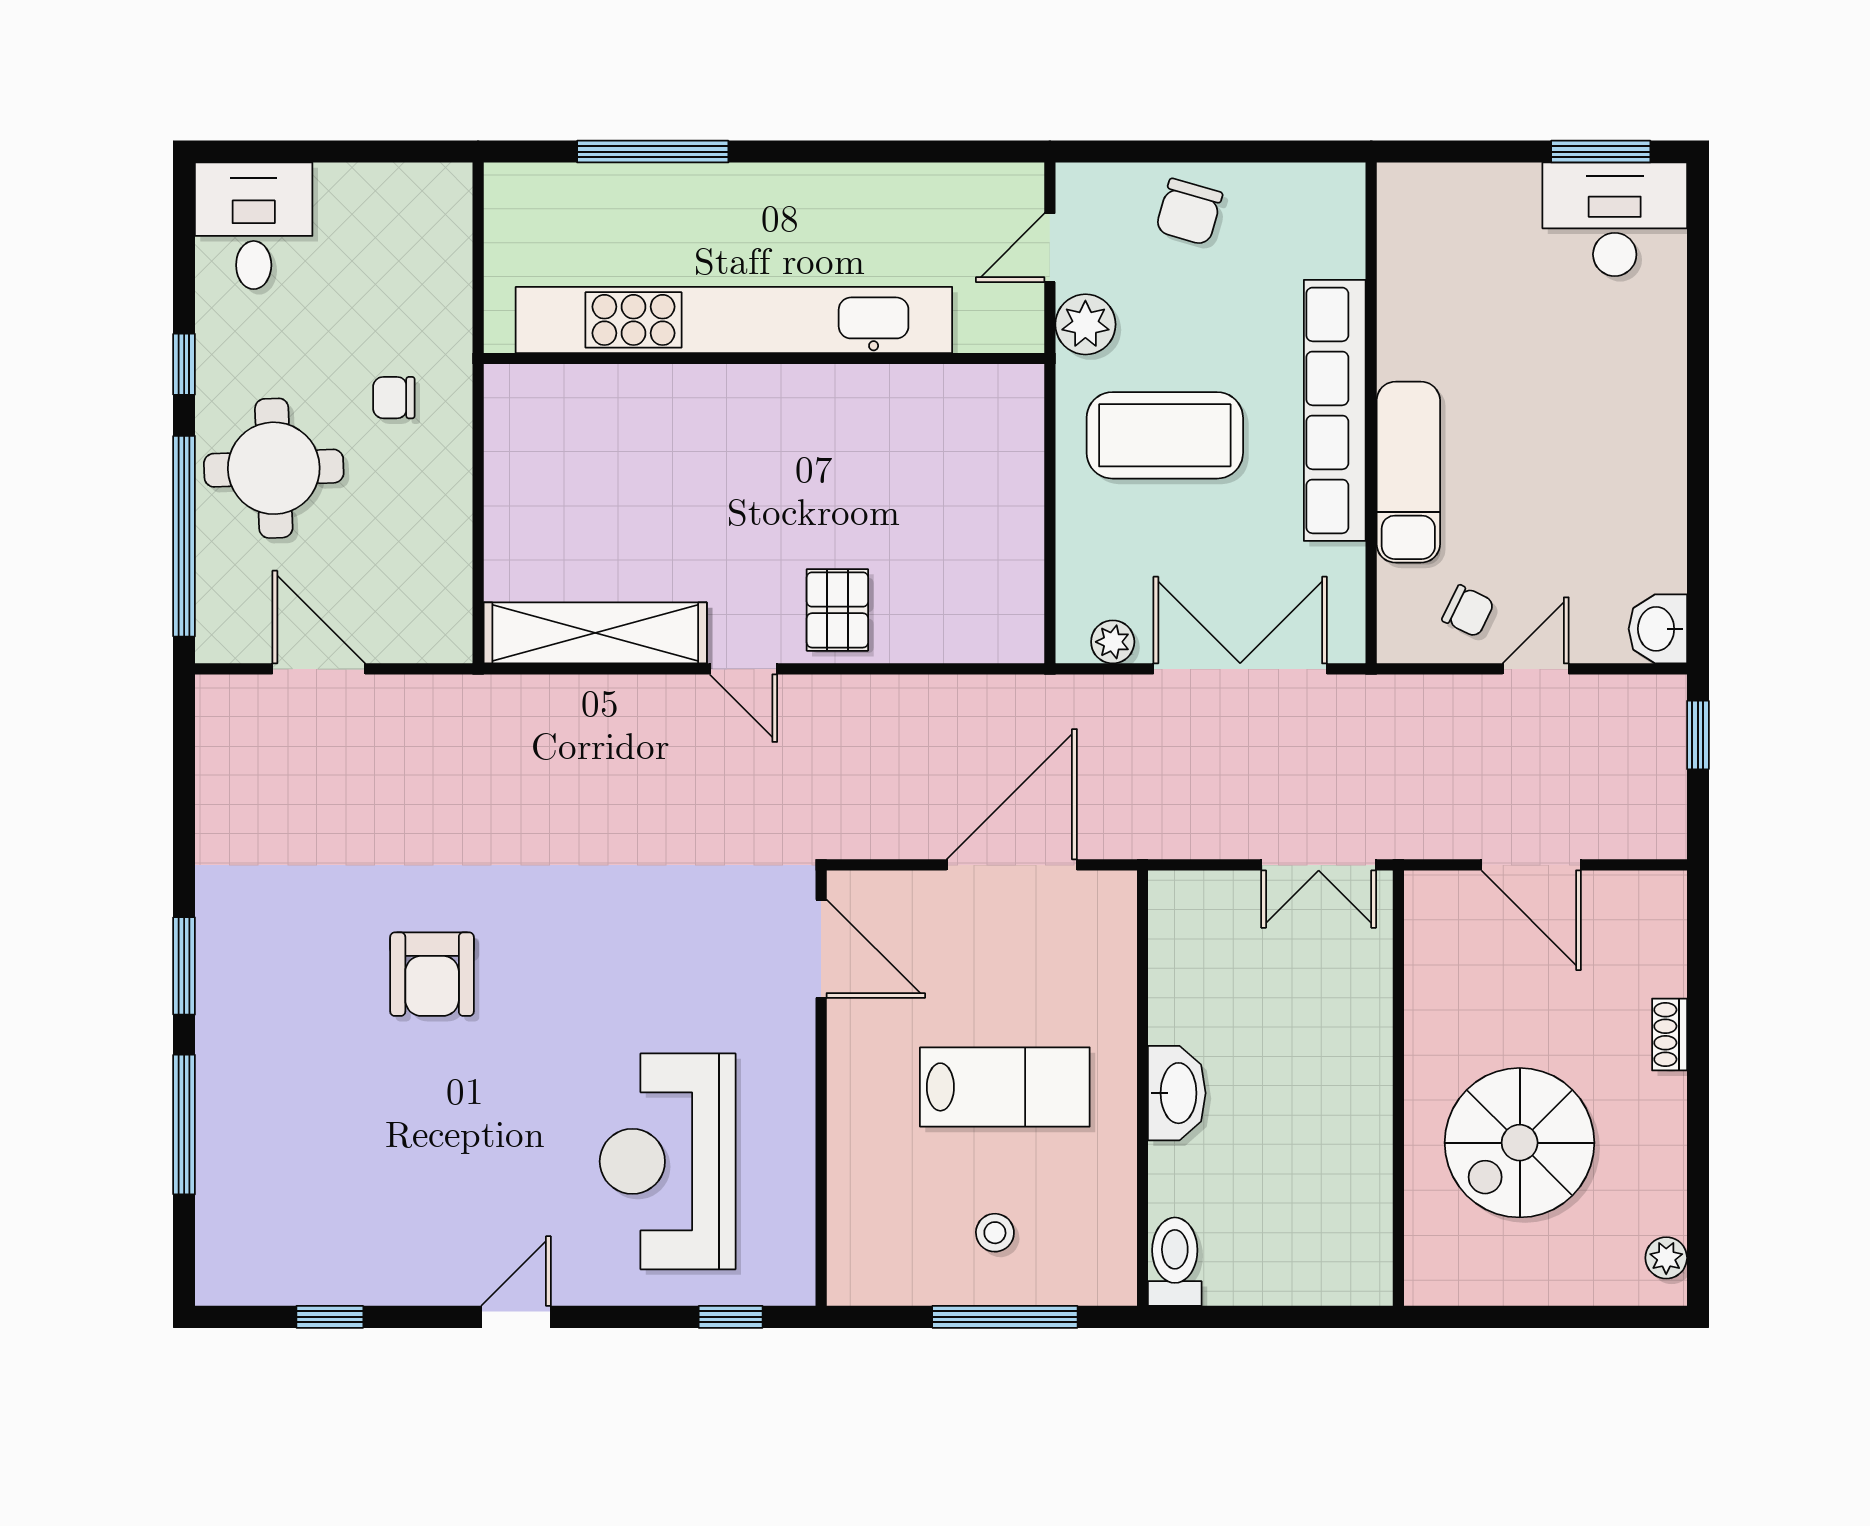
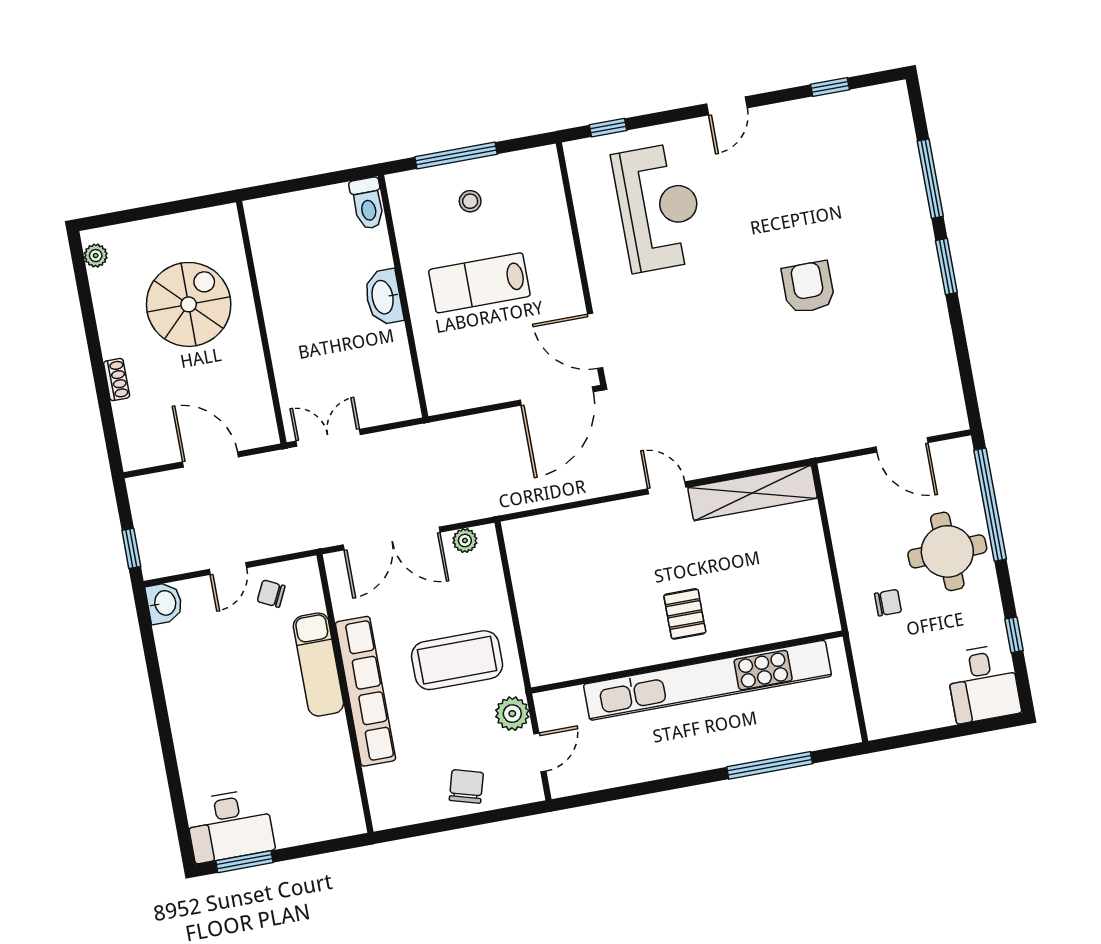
window: (184, 364) -> (1014, 635), moved
pallet: (837, 610) -> (685, 614), moved
door: (1012, 865) -> (557, 396), moved

